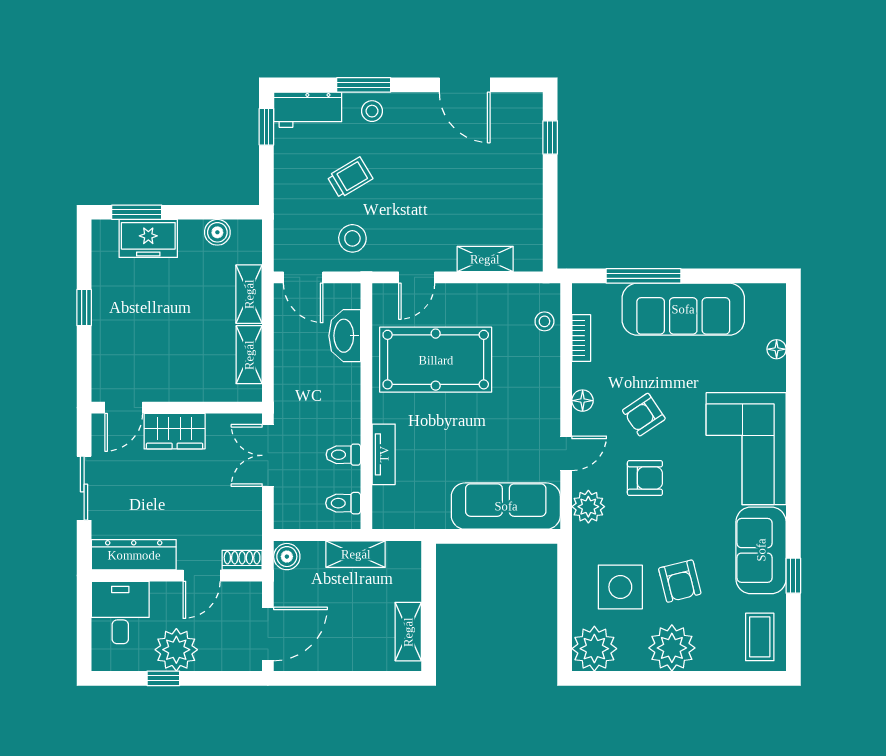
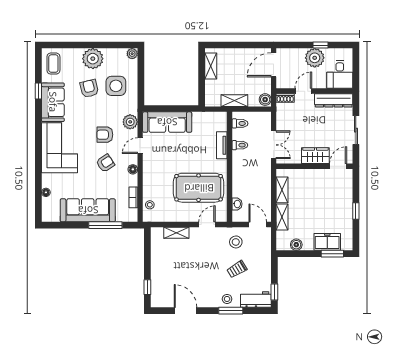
washbasin: (345, 336) -> (237, 204), width x0.52, depth x0.69
plant: (594, 649) -> (132, 54), width x0.53, depth x0.53

